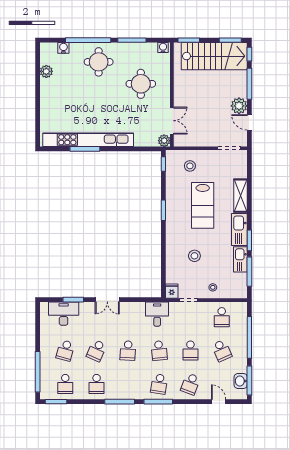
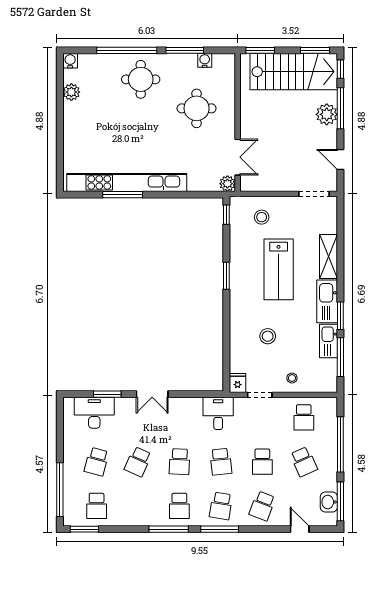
water cooler: (63, 48) -> (70, 61), moved
water cooler: (163, 48) -> (205, 60), moved
plant: (239, 106) -> (327, 114), moved
school desk: (97, 384) -> (179, 506), moved

